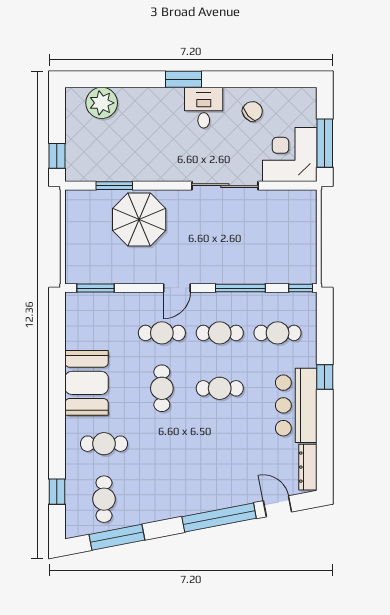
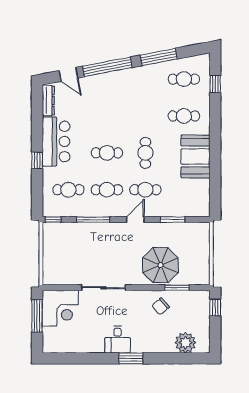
chair: (252, 111) -> (161, 306), moved
window: (96, 288) -> (173, 220), moved
cafe table: (104, 499) -> (184, 79), turned 90
window: (117, 537) -> (159, 57), moved

